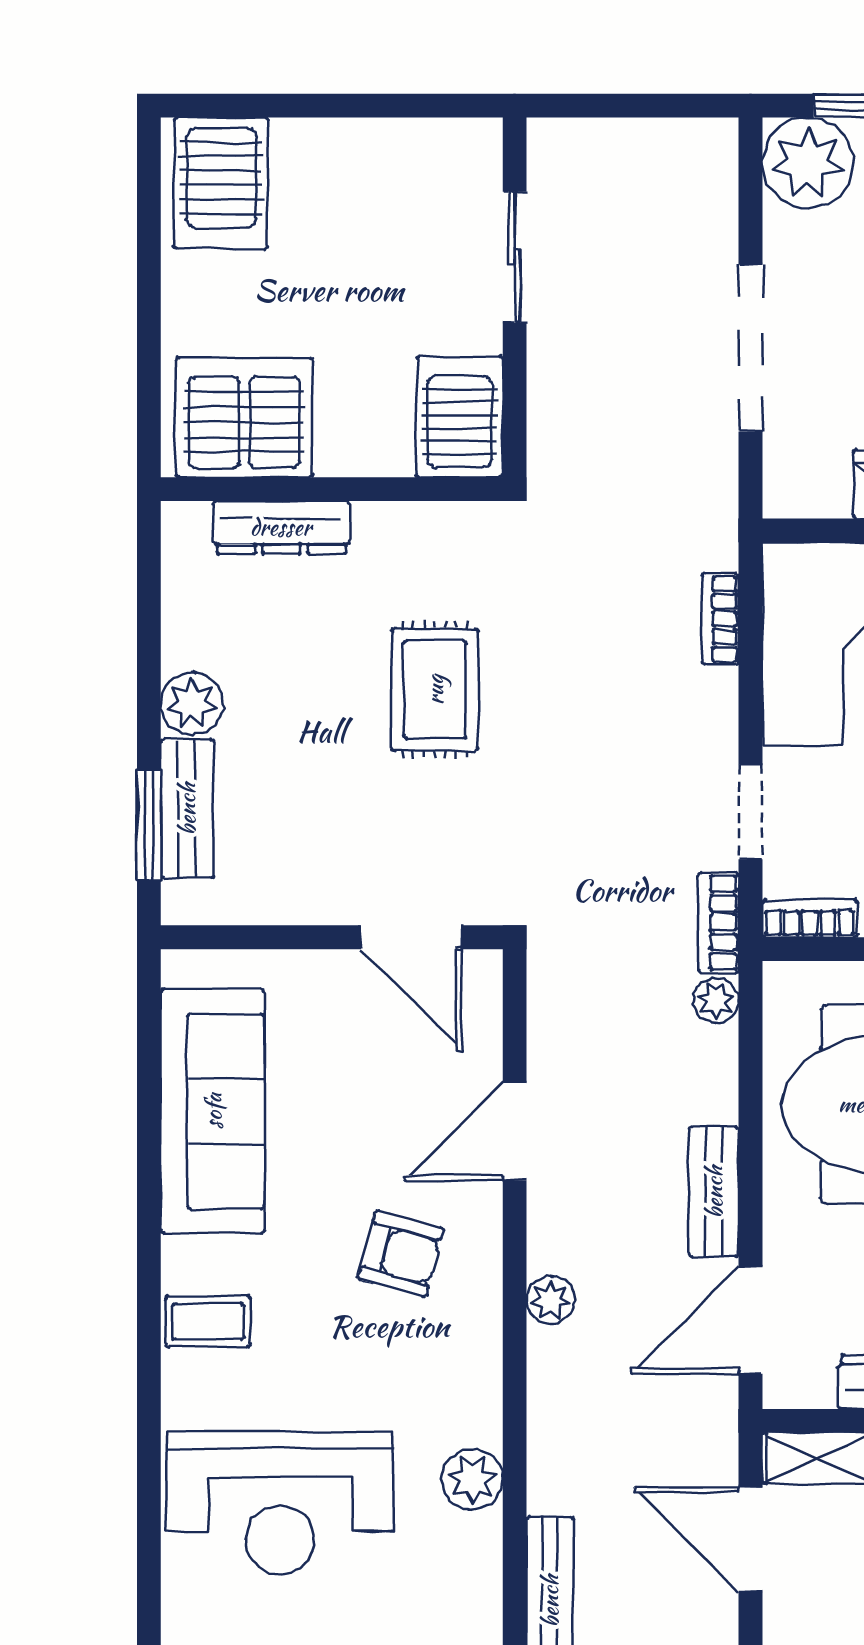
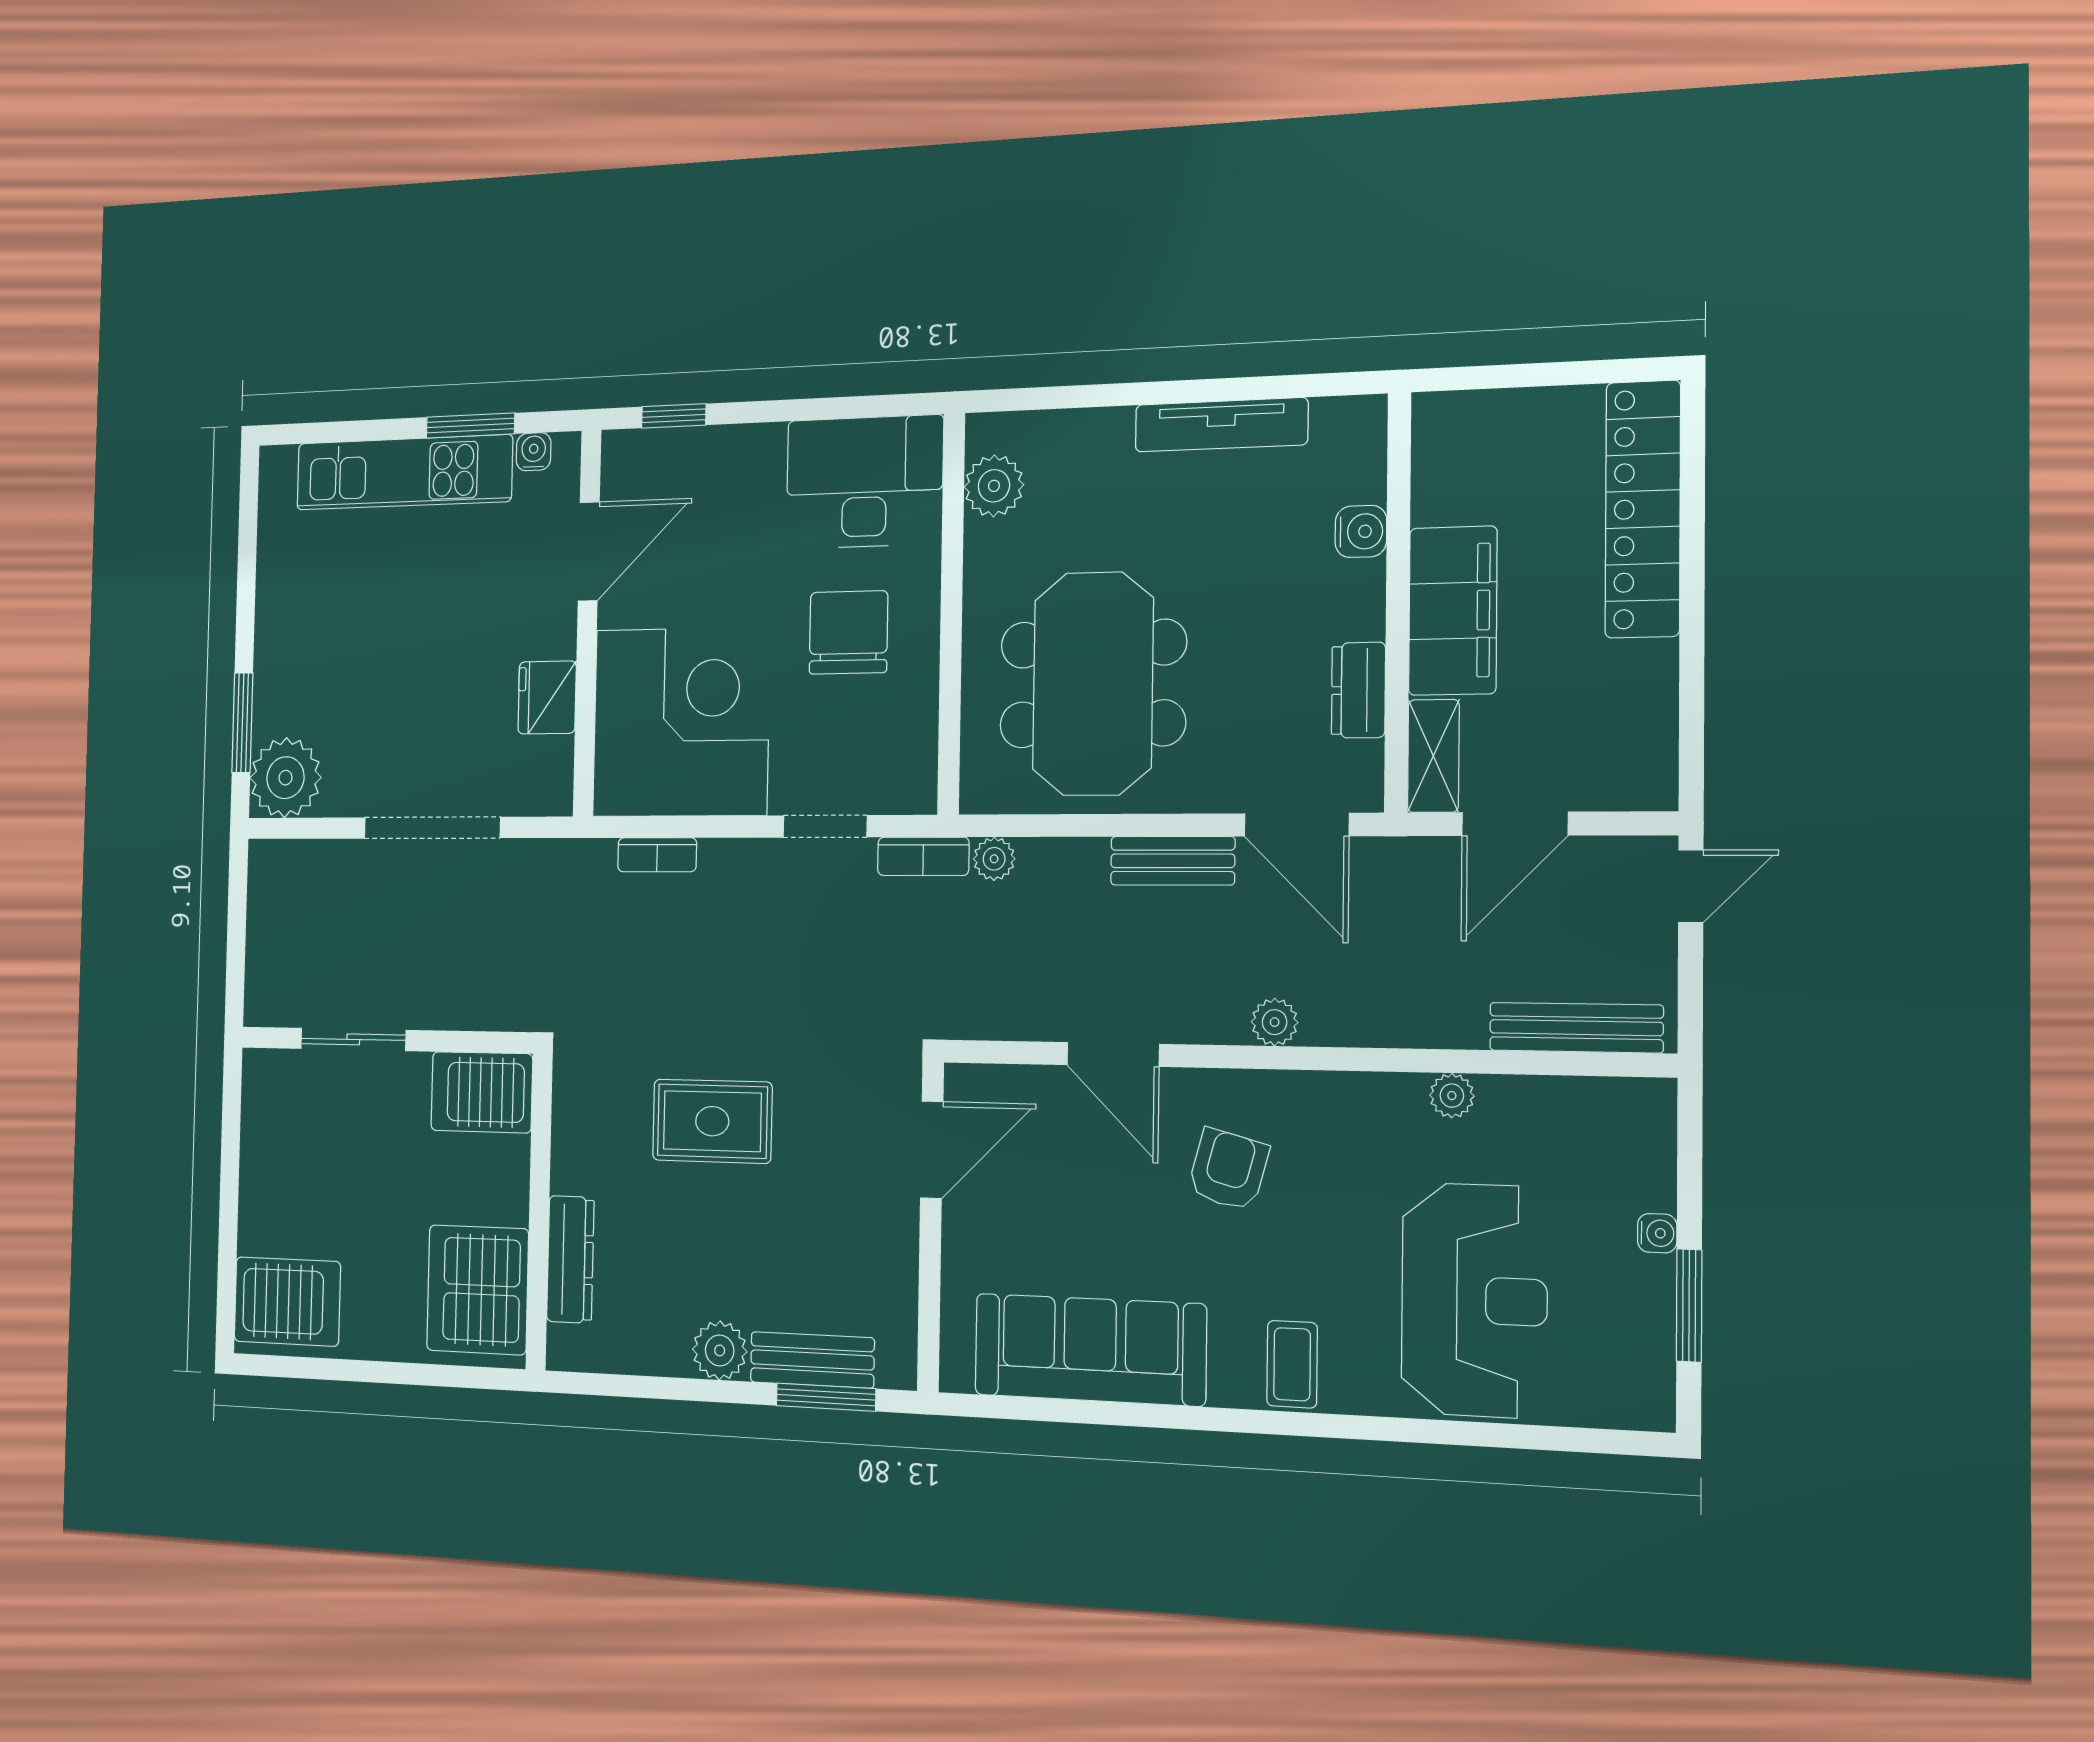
bookcase: (810, 918) -> (921, 770), removed
plant: (472, 1479) -> (1452, 1096), width x0.73, depth x0.73

